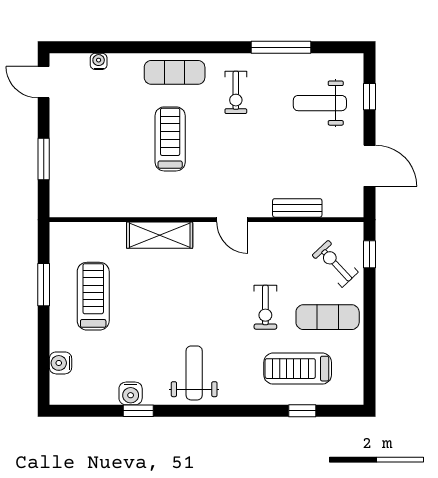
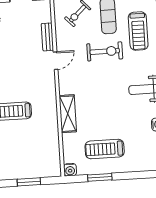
door: (232, 220) -> (56, 61), moved
exercise bike: (265, 307) -> (105, 51), width x1.38, depth x1.39
water cooler: (61, 363) -> (70, 170), moved

